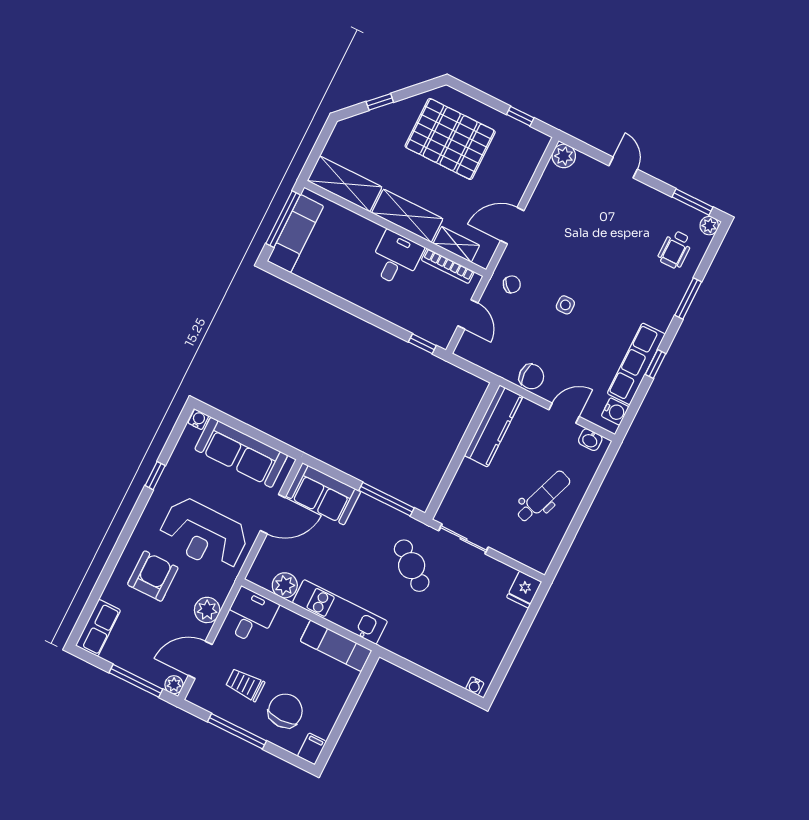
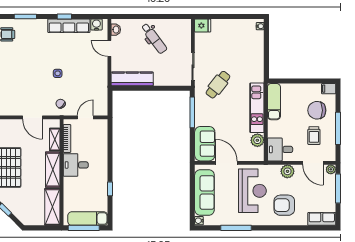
window: (422, 344) -> (110, 189), moved
chair: (531, 377) -> (100, 73), removed
window: (155, 476) -> (236, 228), width x2.17
dental chair: (543, 497) -> (154, 38), turned -147

